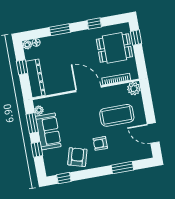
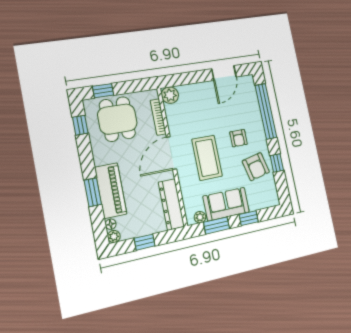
window: (94, 24) -> (80, 125), moved
piano: (61, 43) -> (111, 191), added
dresser: (35, 78) -> (171, 204), moved, turned -90
coffee table: (117, 115) -> (207, 158), moved
armchair: (77, 157) -> (256, 167), turned -119
window: (122, 168) -> (266, 111), width x2.11
window: (64, 178) -> (277, 163), moved

